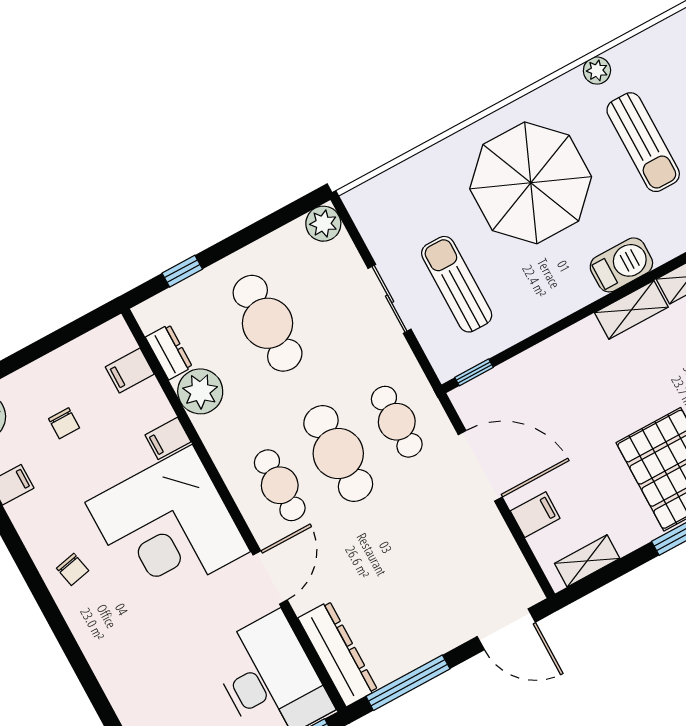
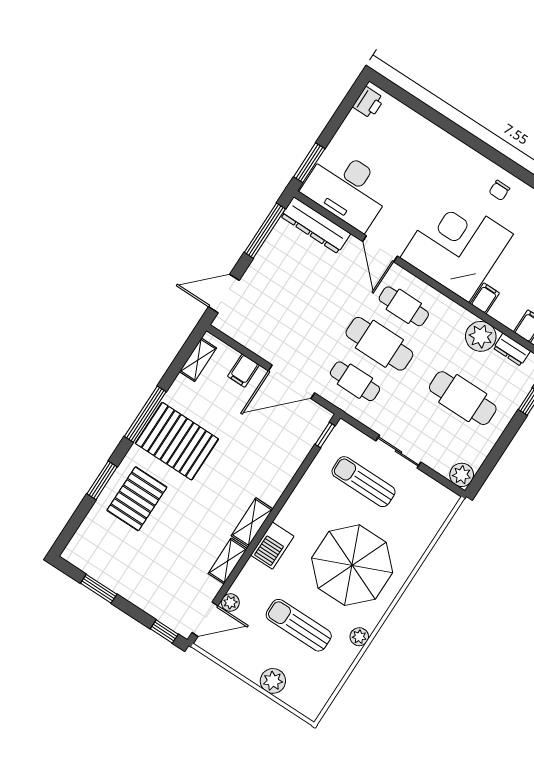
plant: (597, 71) -> (359, 637), moved
sun lounger: (457, 284) -> (364, 482), turned 180
chair: (73, 569) -> (499, 190), turned -78

